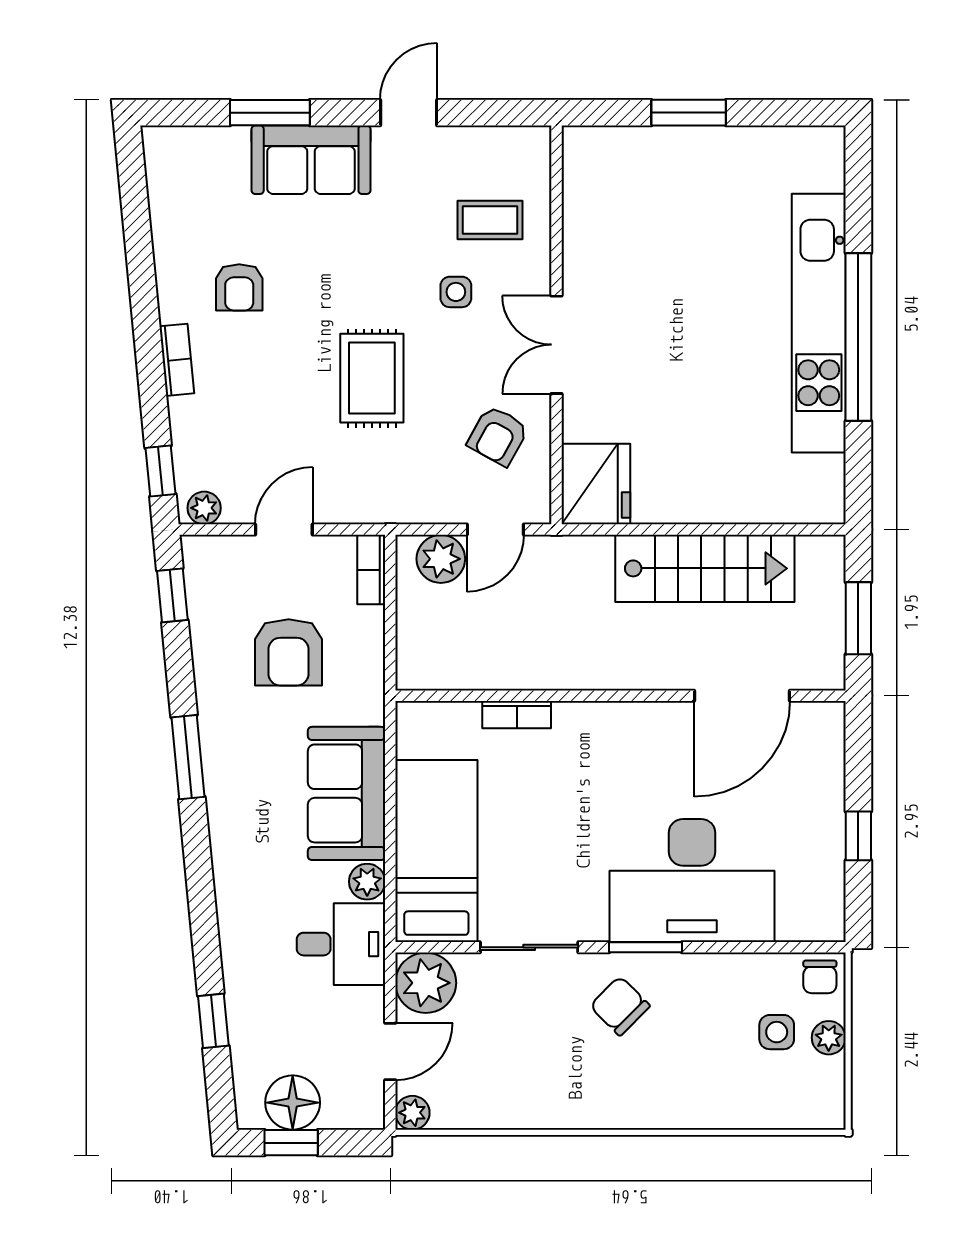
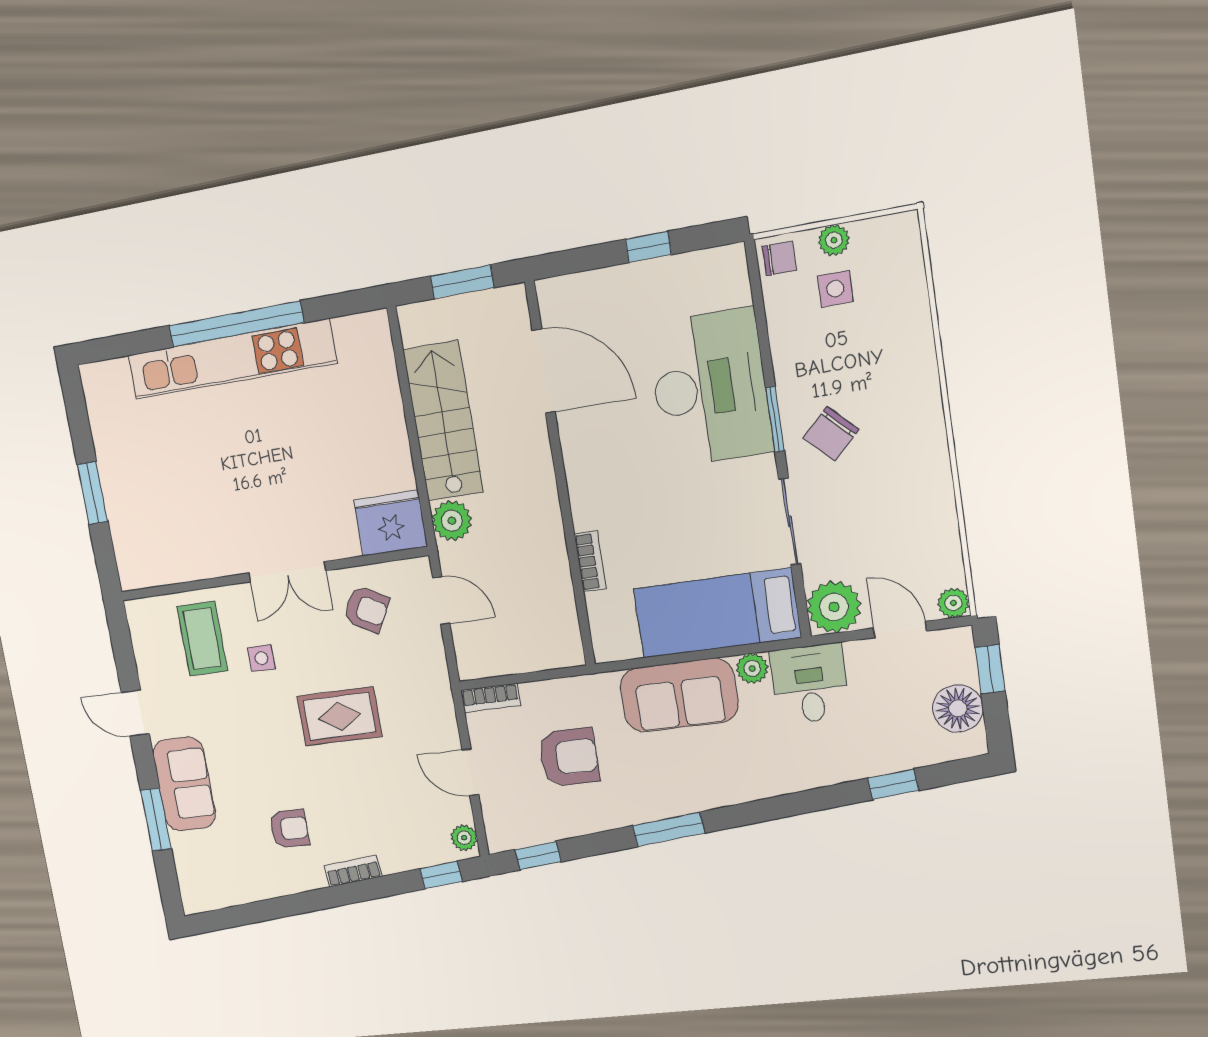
coffee table: (490, 220) -> (202, 639), width x1.36, depth x1.30
plant: (441, 559) -> (452, 521), moved
window: (291, 1143) -> (990, 669), moved

